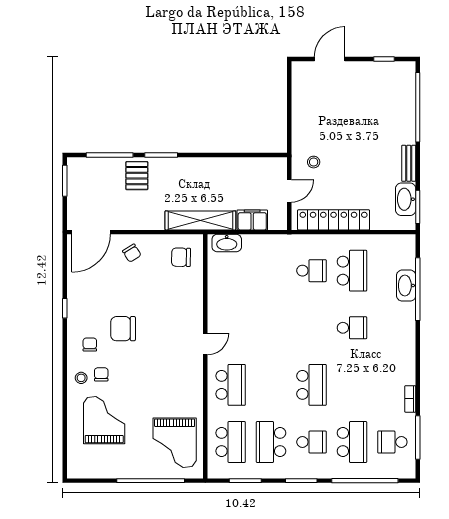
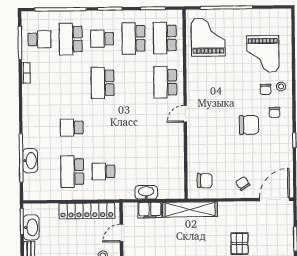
washbasin: (227, 243) -> (146, 192), moved
school desk: (271, 442) -> (133, 38), turned 180

